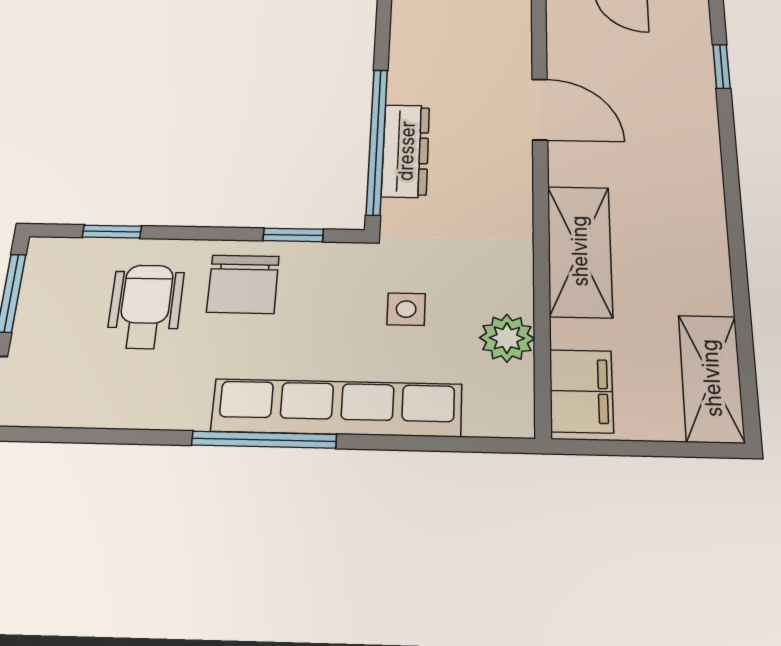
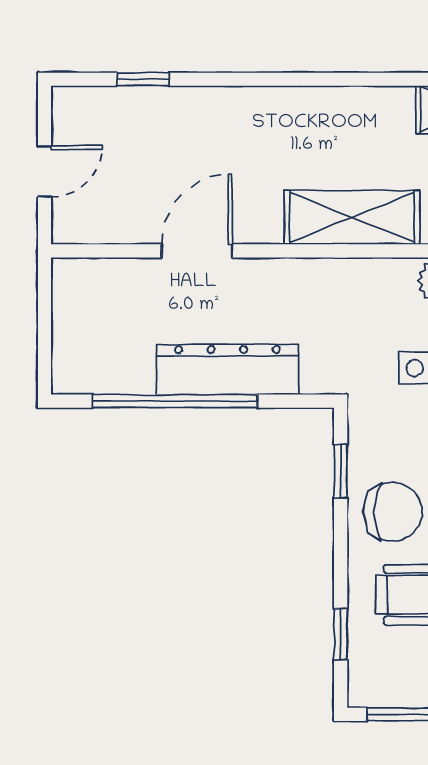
window: (377, 141) -> (175, 401), moved
dresser: (406, 151) -> (227, 369), width x1.37, depth x1.24

